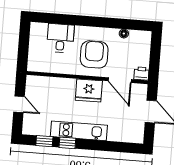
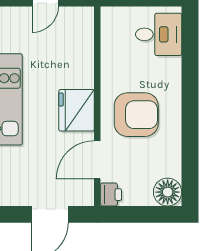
floor lamp: (124, 34) -> (168, 192), moved, width x1.89, depth x1.89
desk: (60, 38) -> (159, 34), moved

